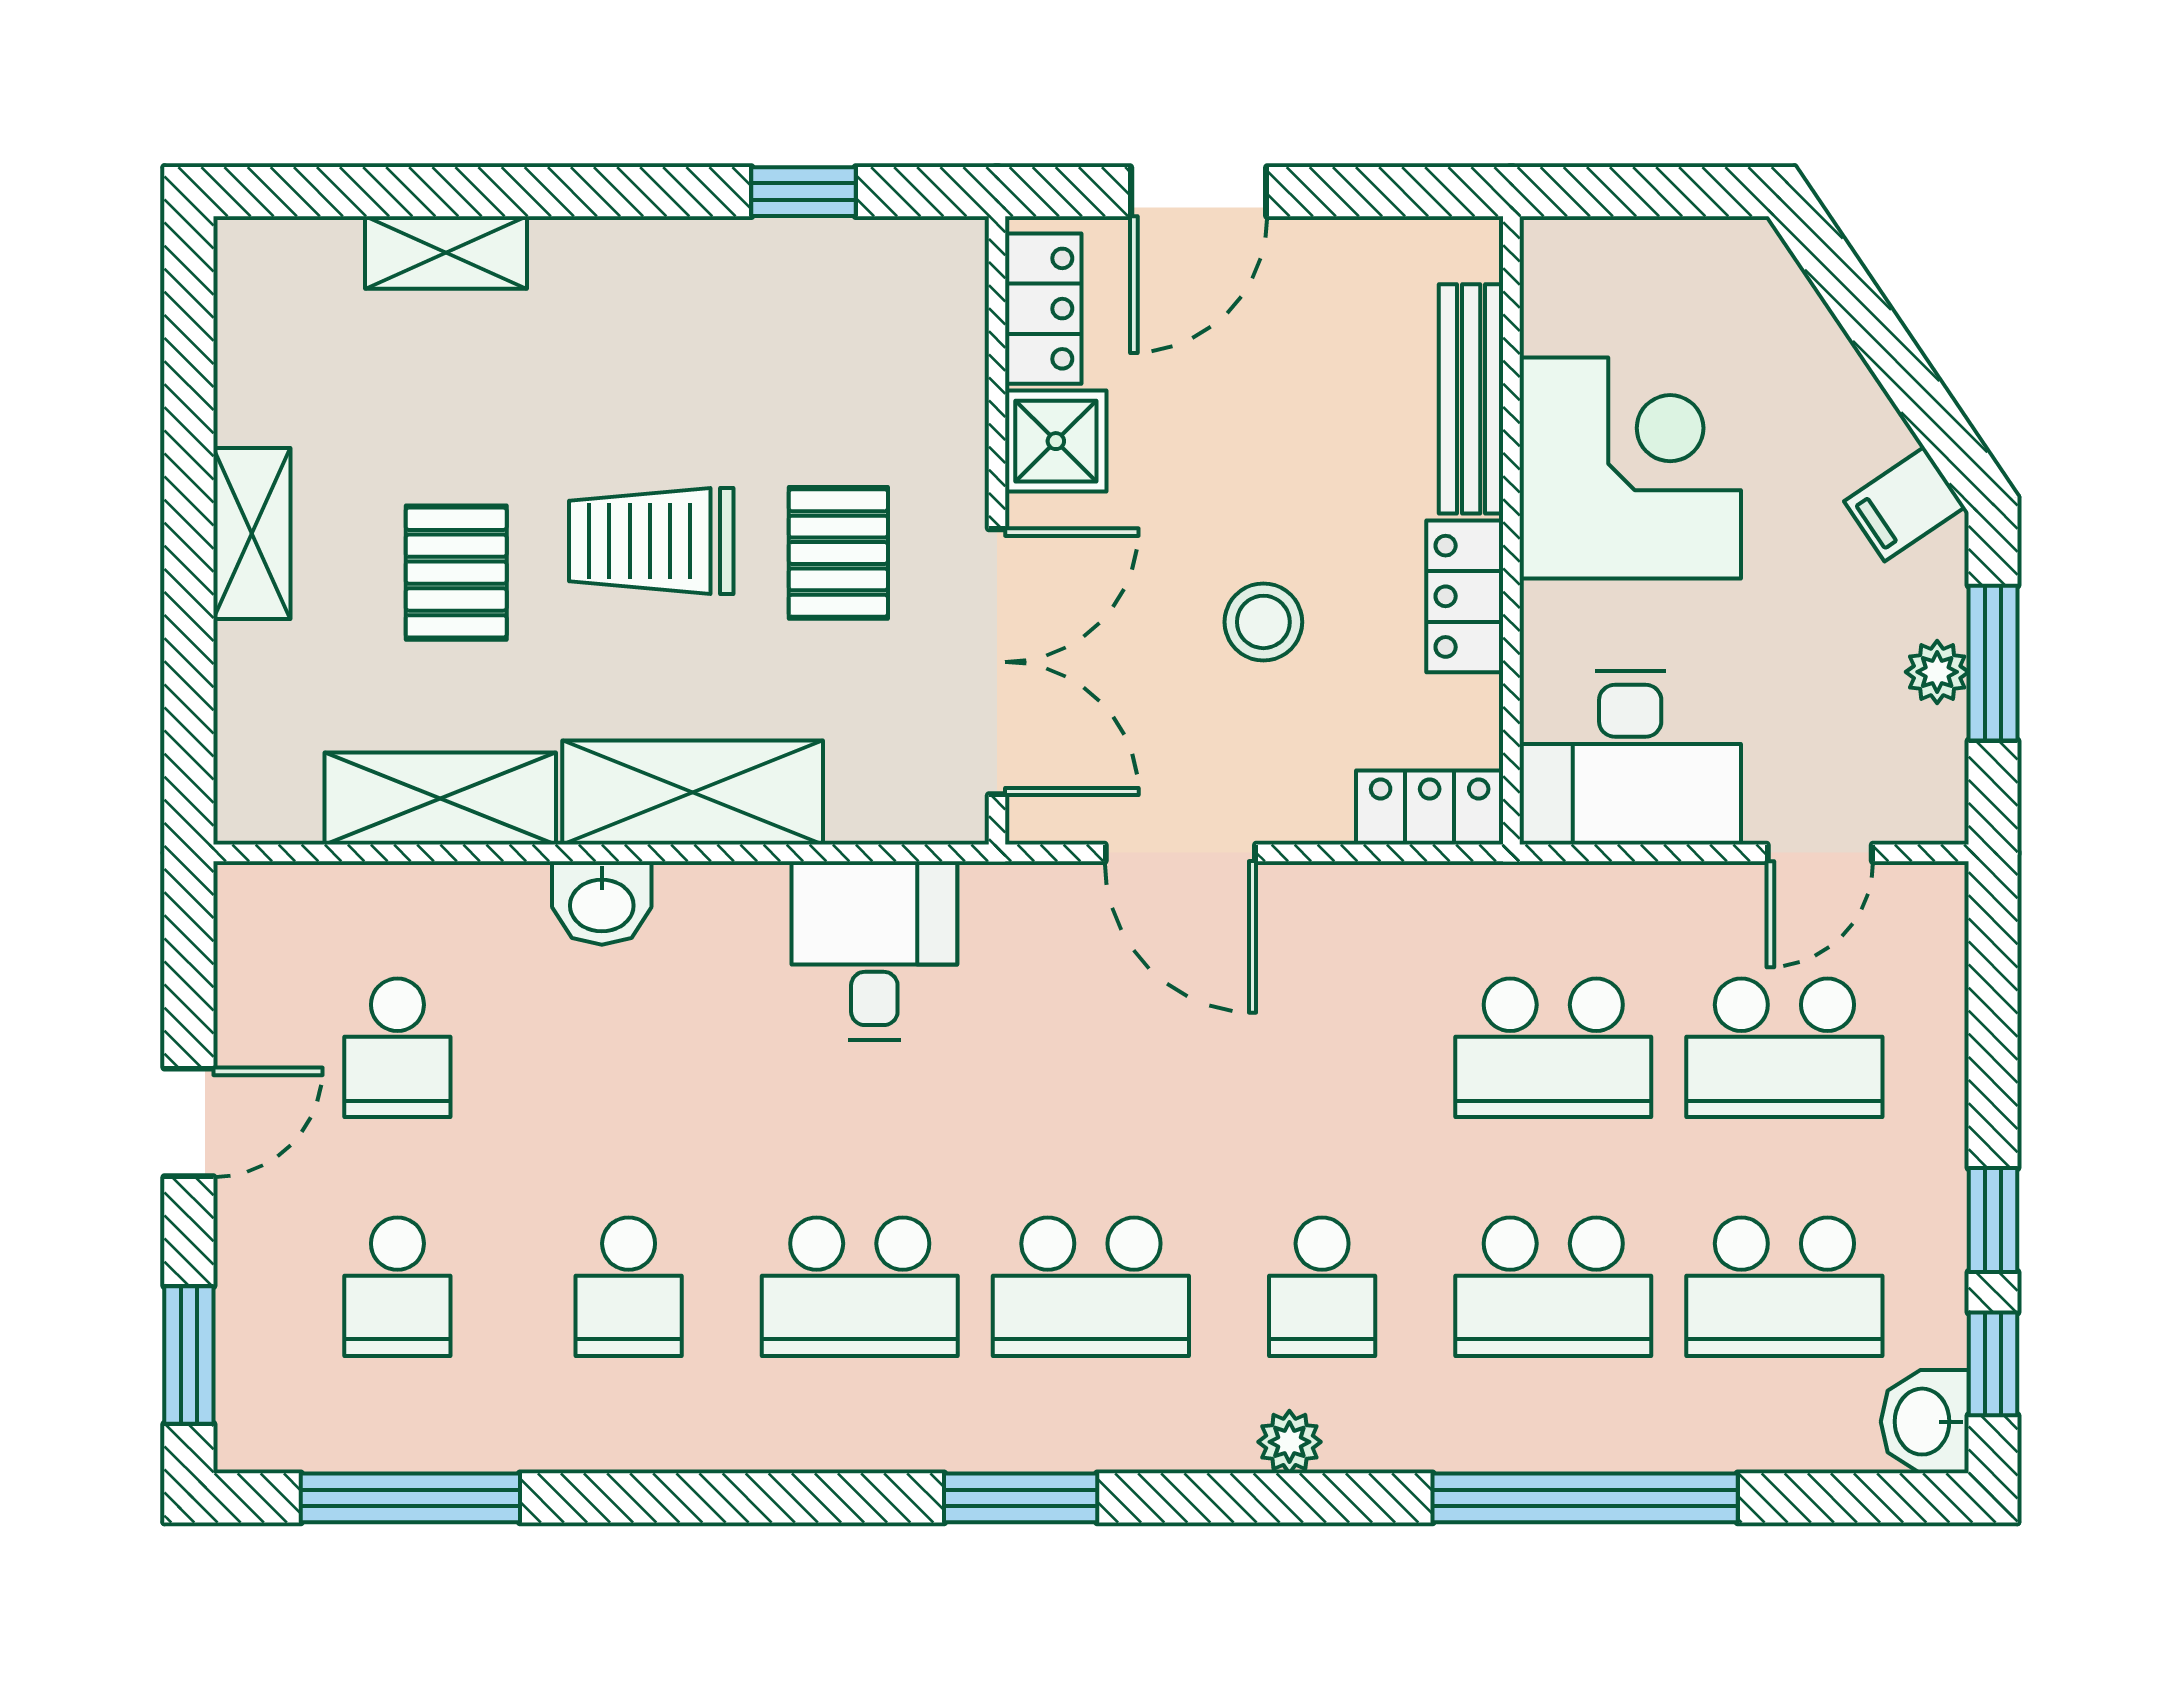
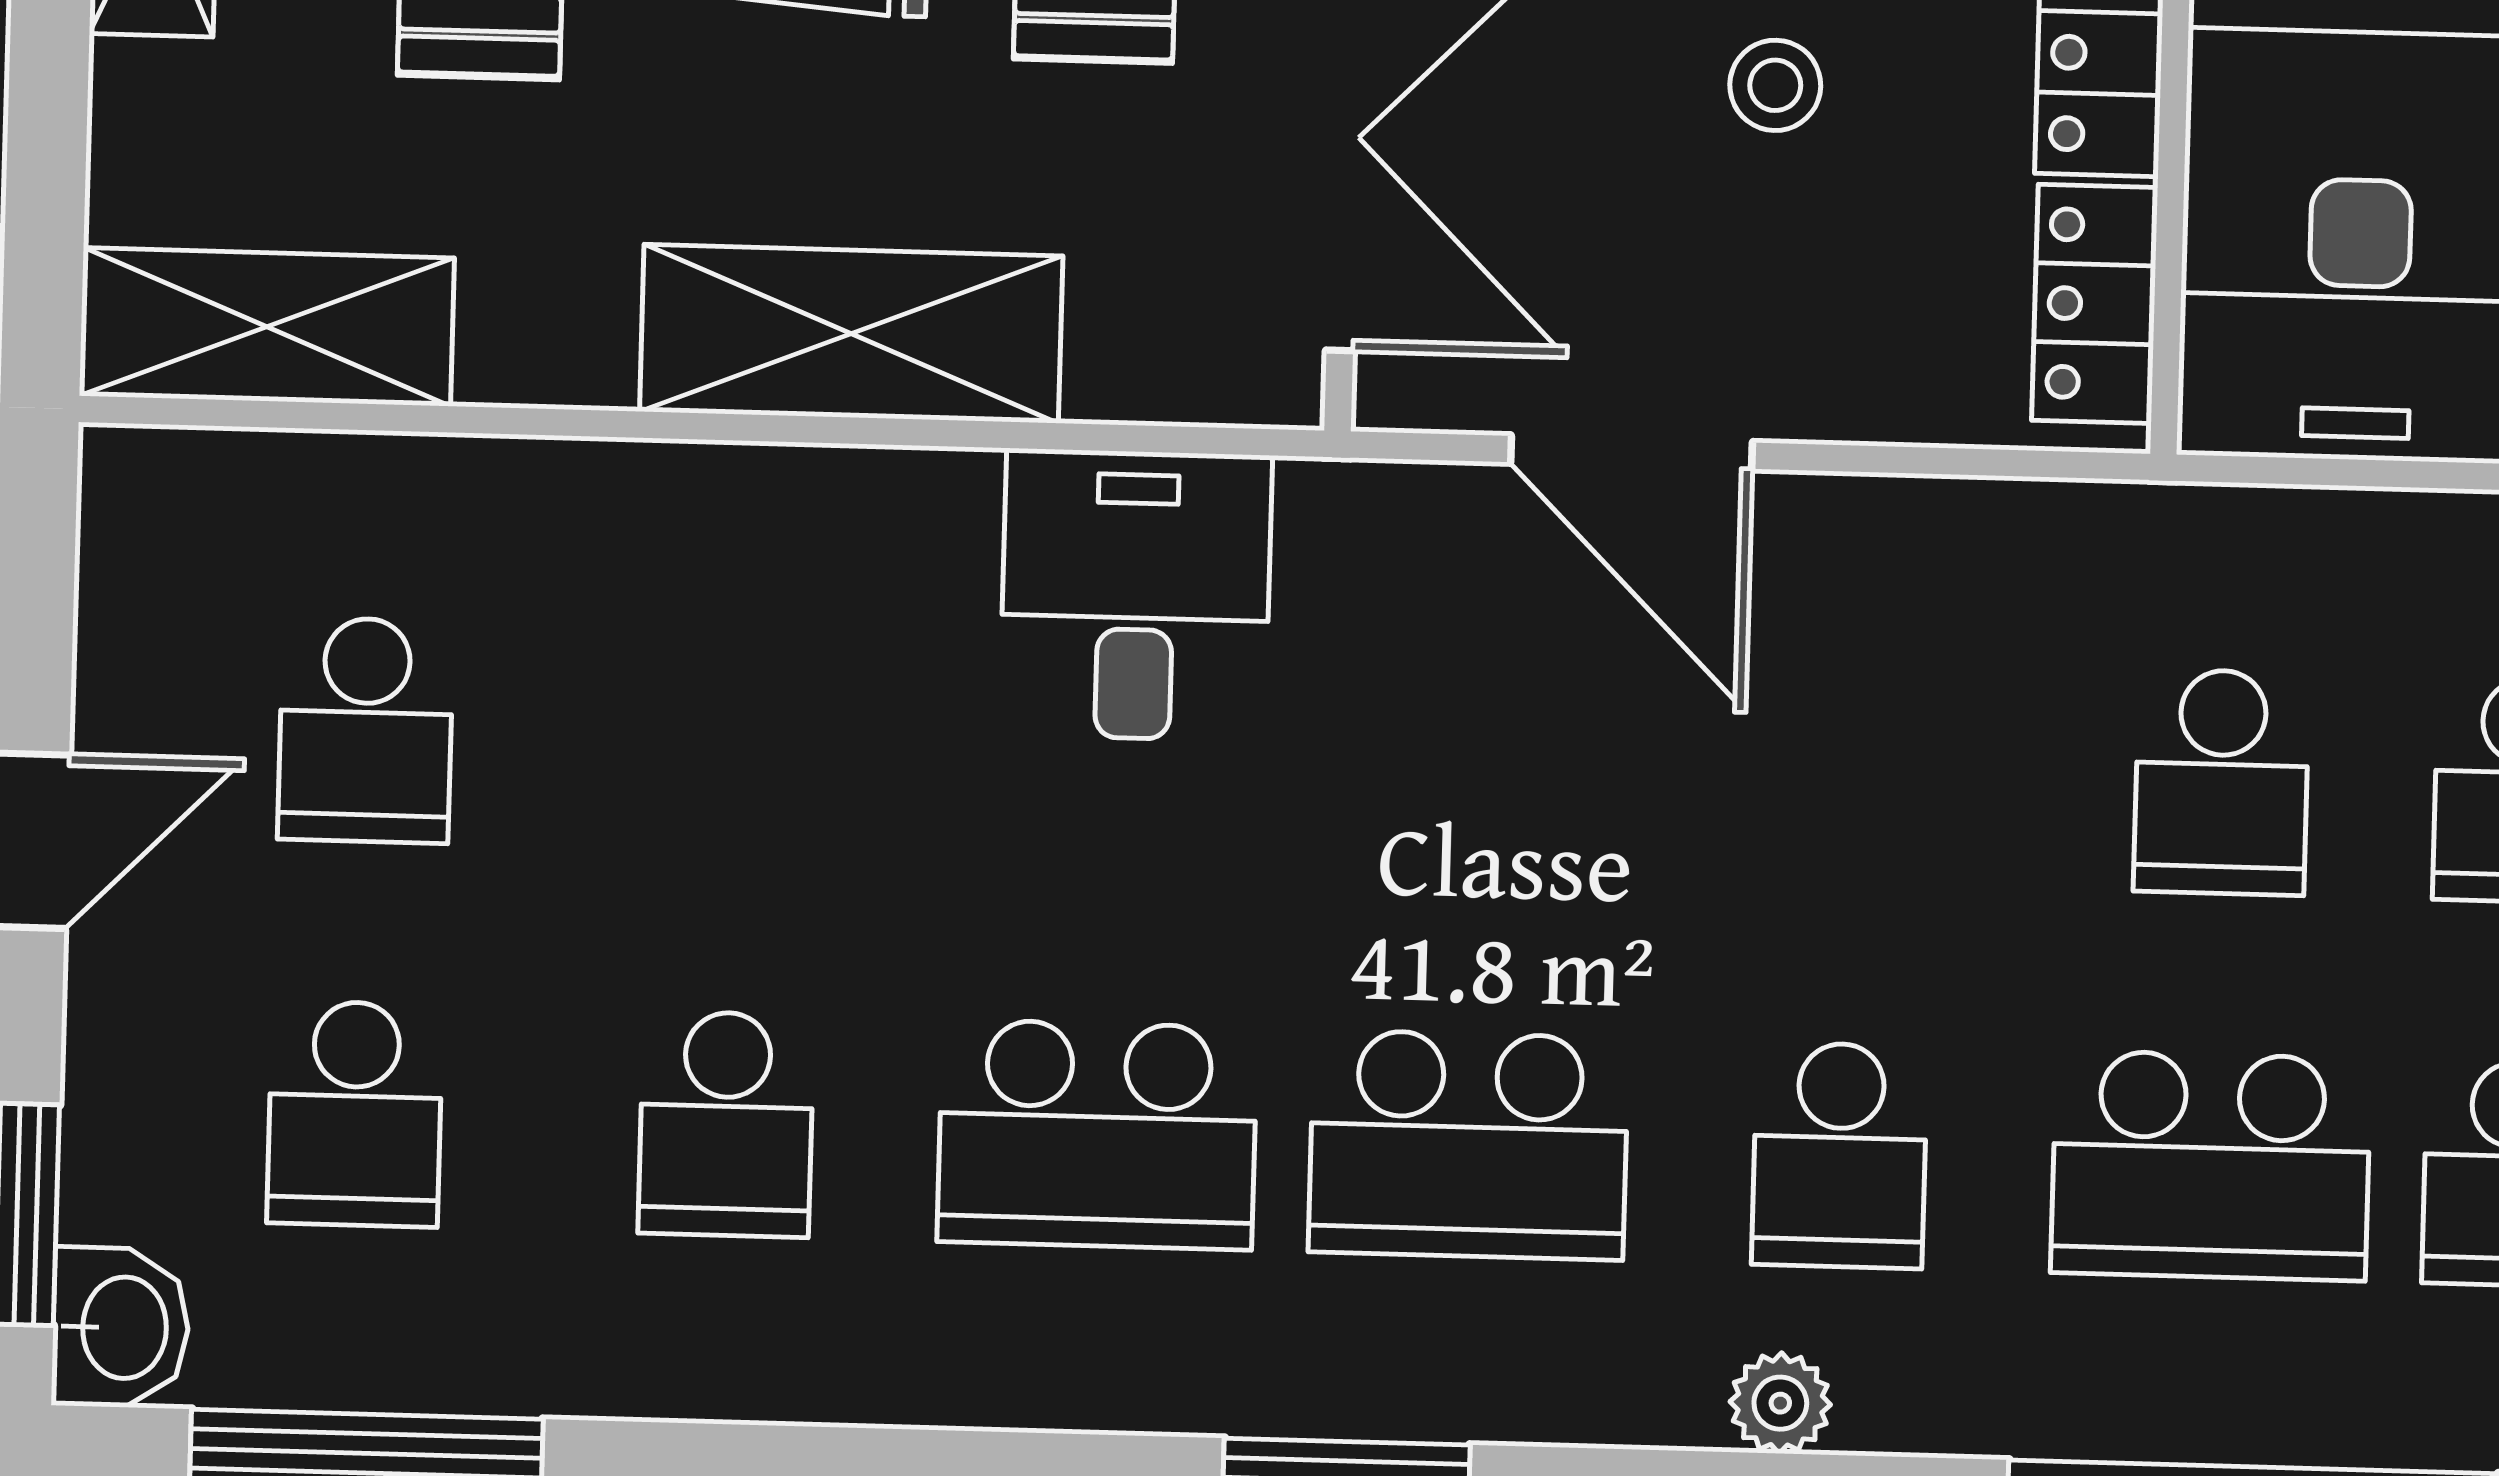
stool: (1263, 622) -> (1775, 85), width x0.73, depth x0.73
shelving: (440, 799) -> (267, 327), moved
locker: (1430, 808) -> (2095, 304), moved, turned -90
washbasin: (602, 903) -> (120, 1328), moved, turned -90
school desk: (1553, 1048) -> (2222, 782), width x0.54

